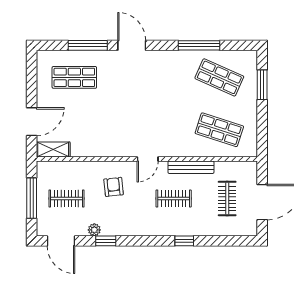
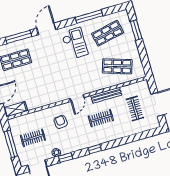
door: (132, 45) -> (46, 29), hinge flipped
shop shelf: (219, 77) -> (108, 33), turned -36
checkout: (167, 78) -> (75, 43), added
window: (184, 241) -> (95, 149), moved

